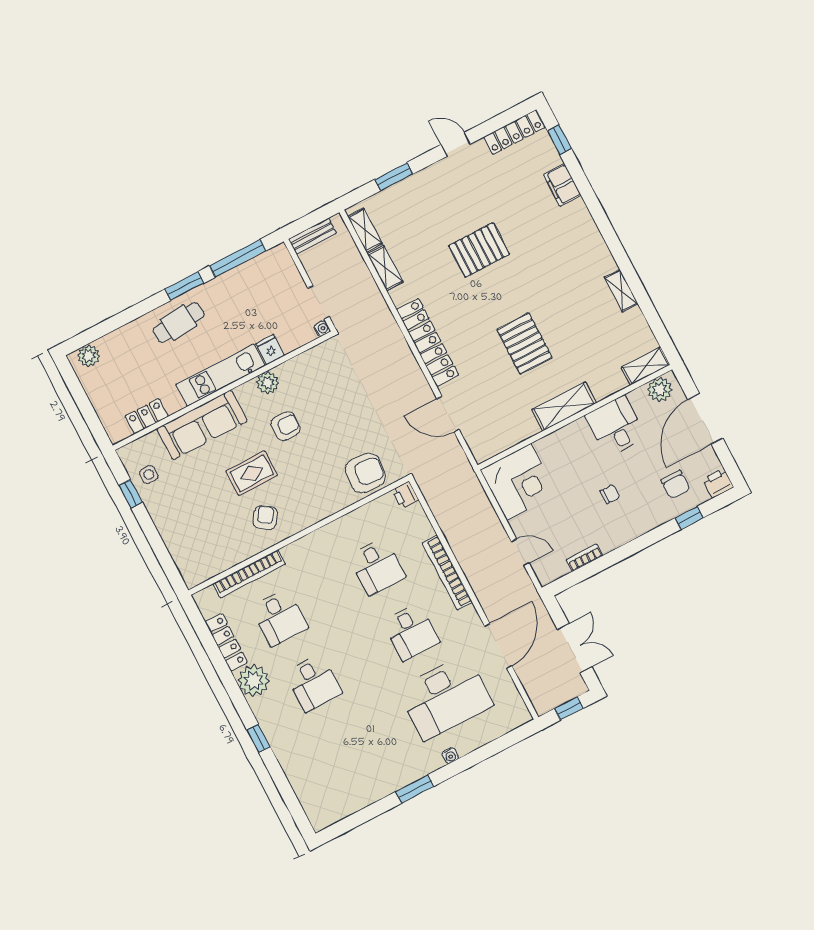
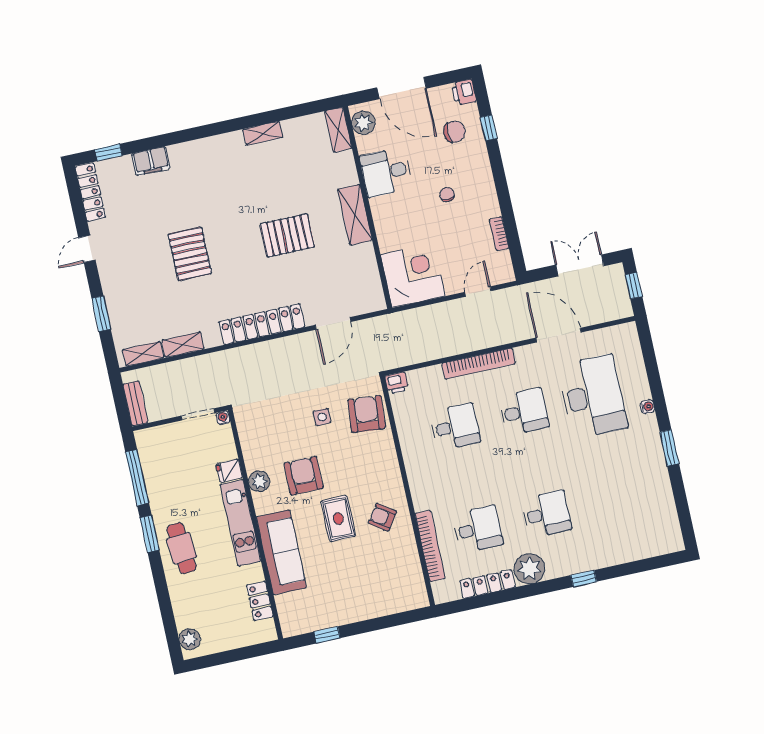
armchair: (285, 426) -> (303, 476), width x1.38, depth x1.38
side table: (149, 475) -> (322, 417), moved

